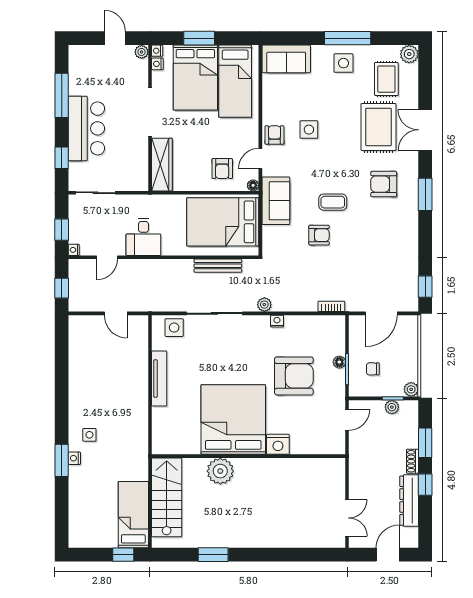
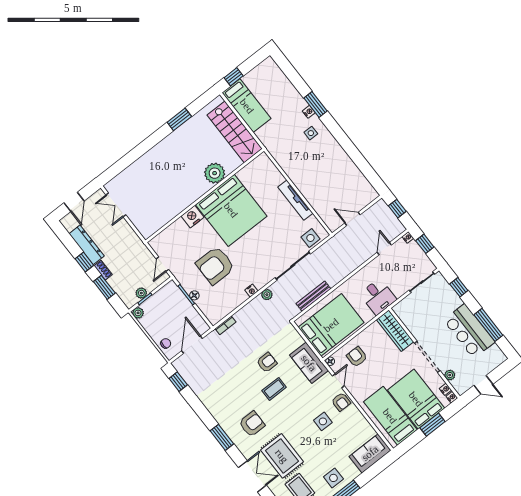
plant: (142, 52) -> (450, 375), moved
bar counter: (86, 128) -> (469, 331), moved
armchair: (319, 235) -> (267, 362), turned 180
desk: (143, 237) -> (378, 297), moved, turned 180
chair: (373, 369) -> (166, 343), moved

